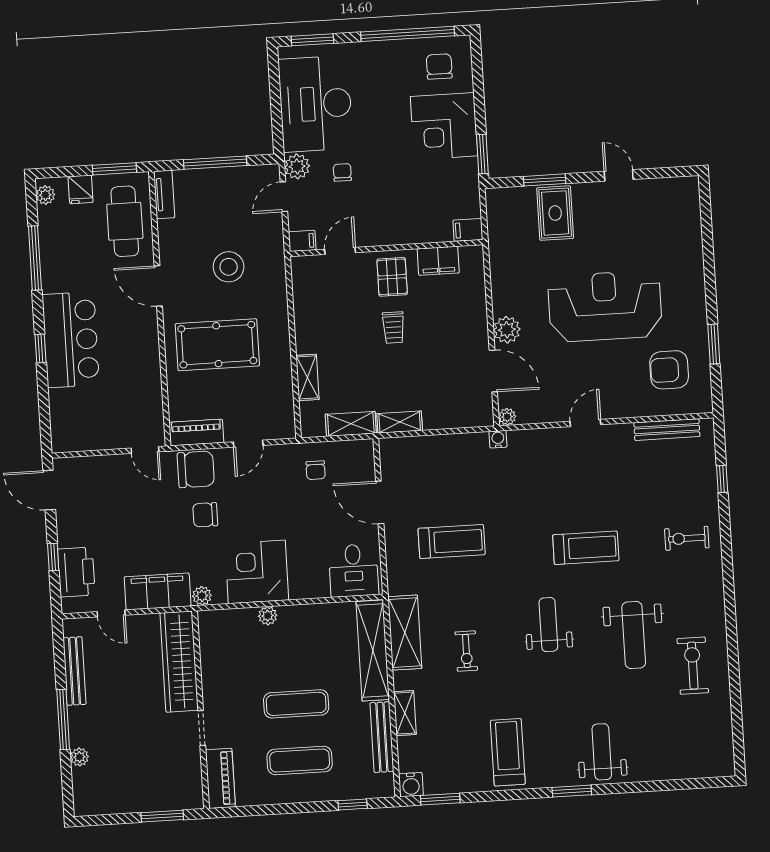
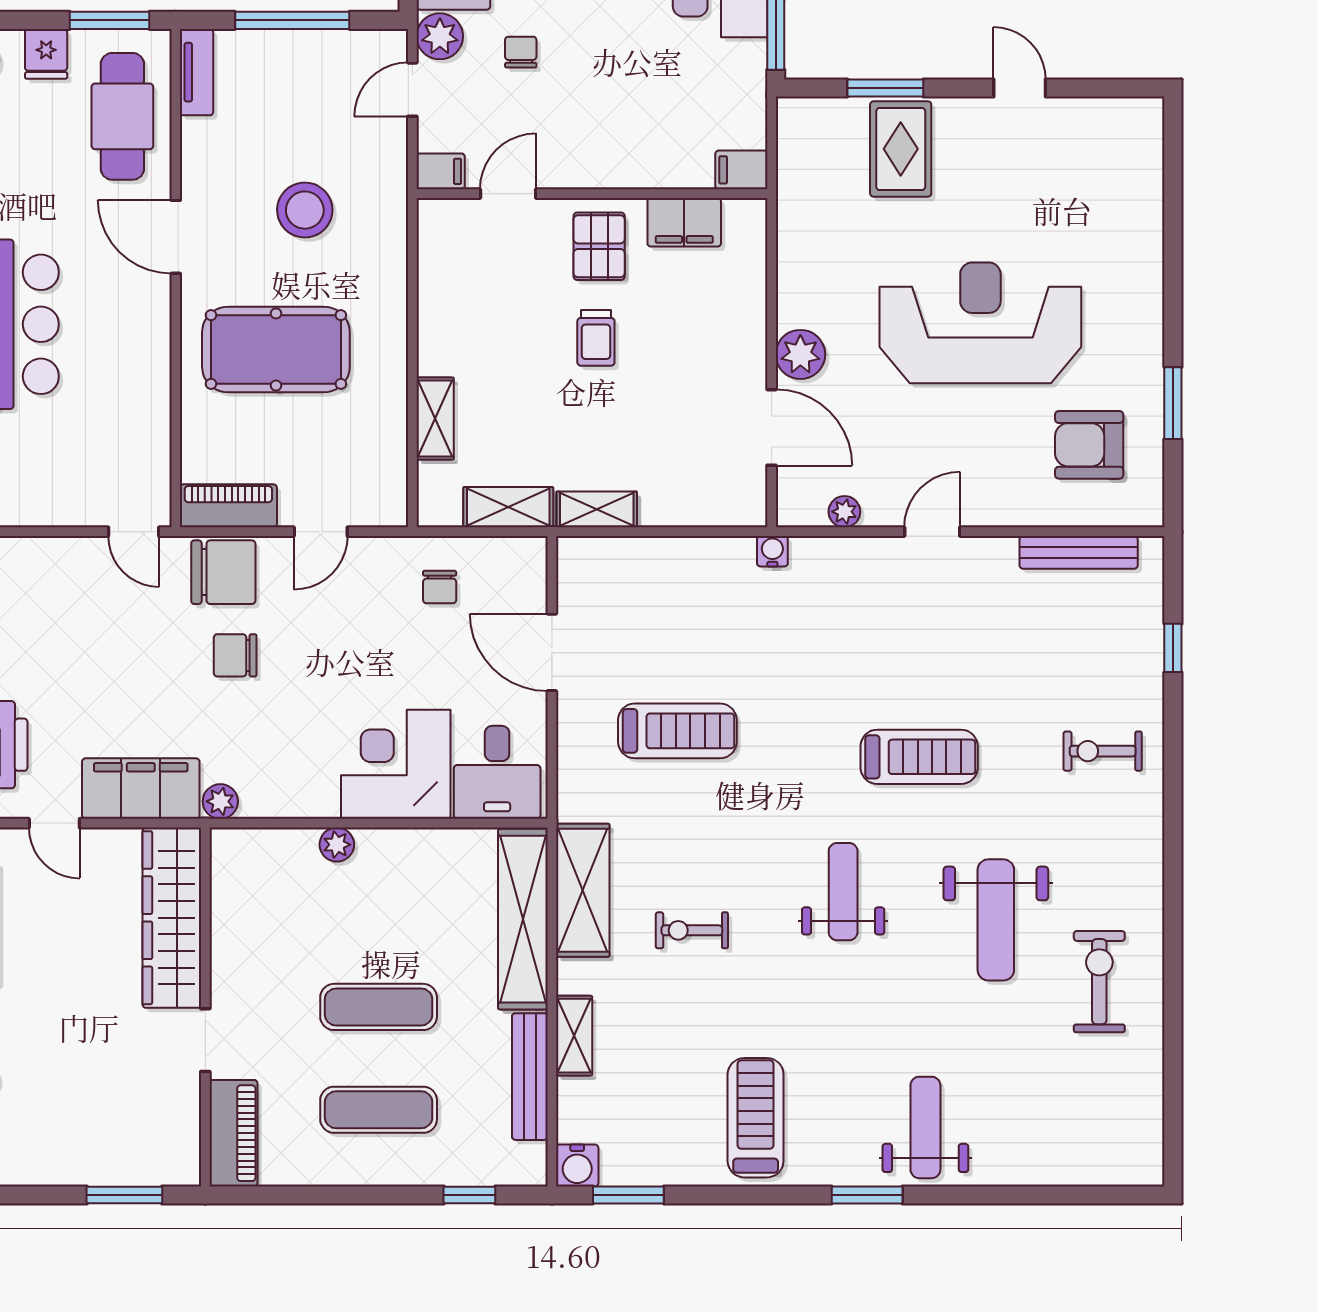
plant: (507, 417) -> (844, 512), moved
corner desk: (257, 572) -> (396, 764), moved
exercise bike: (466, 651) -> (692, 930), turned 90

